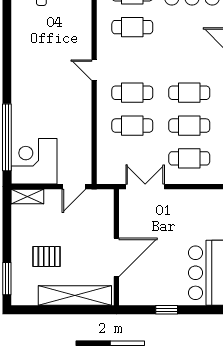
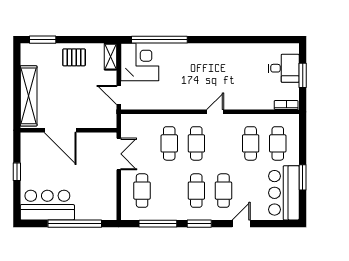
cafe table: (189, 126) -> (223, 191), moved
pallet: (47, 256) -> (74, 57), moved, turned 90

